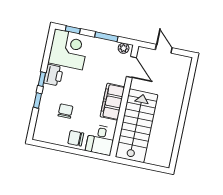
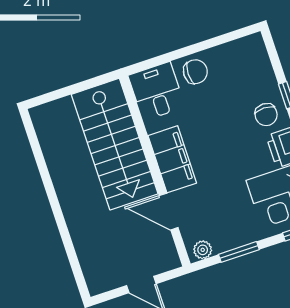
door: (131, 67) -> (169, 212), moved
chair: (65, 111) -> (266, 115), moved

